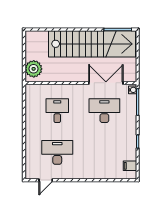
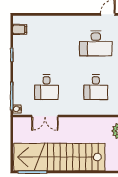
double door: (106, 83) -> (45, 116), width x0.73
desk: (104, 111) -> (46, 87), width x0.73

